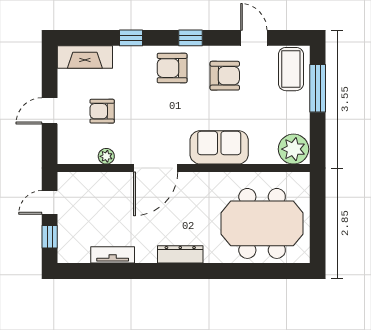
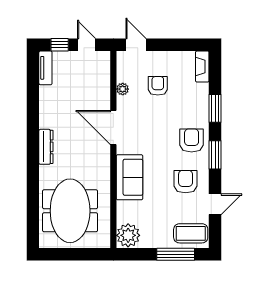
window: (131, 38) -> (215, 108), width x1.50
window: (191, 38) -> (215, 155), width x1.50
fireplace: (85, 57) -> (202, 67), width x0.73, depth x0.76
armchair: (225, 76) -> (186, 182), turned 180
door: (50, 111) -> (136, 45), moved
tv unit: (113, 255) -> (45, 68), moved

